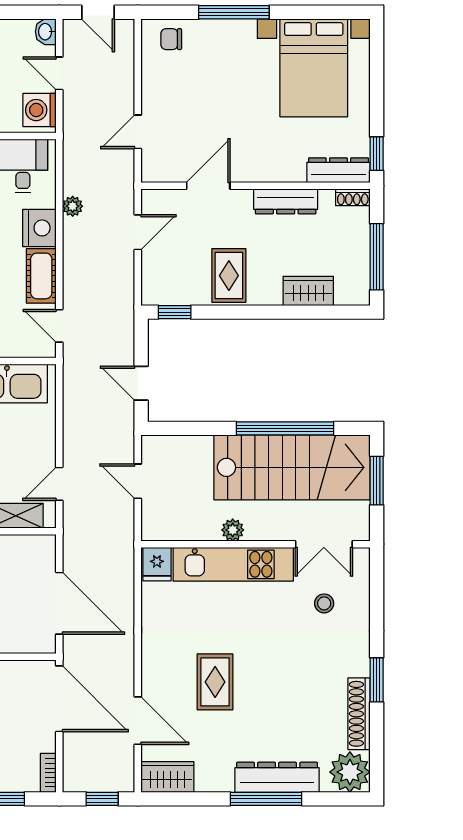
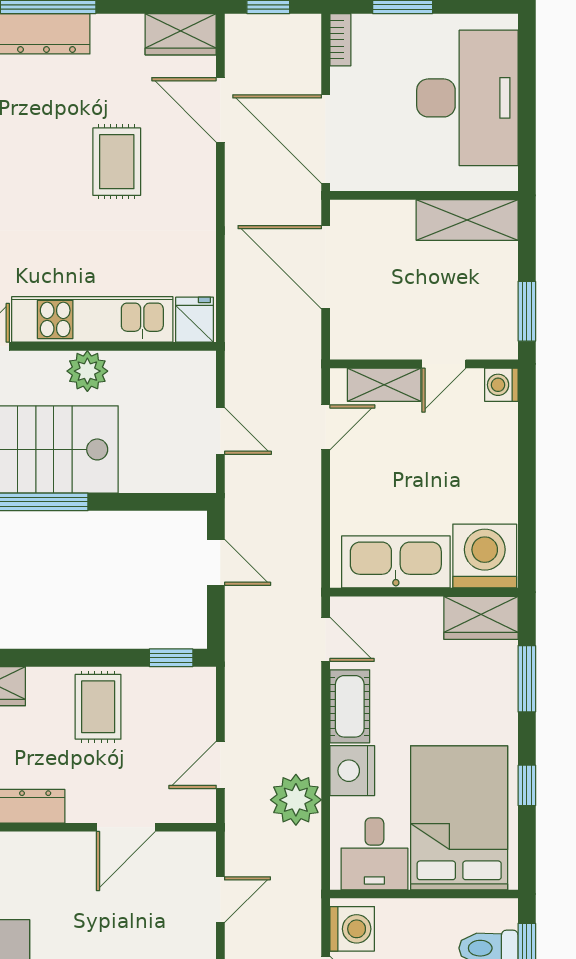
plant: (73, 206) -> (296, 800), width x1.88, depth x1.88
plant: (233, 530) -> (87, 371), width x1.38, depth x1.38

